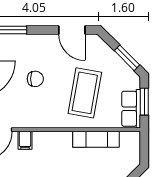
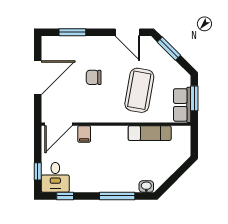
window: (127, 58) -> (169, 49), moved
chair: (35, 79) -> (94, 77), turned 180

